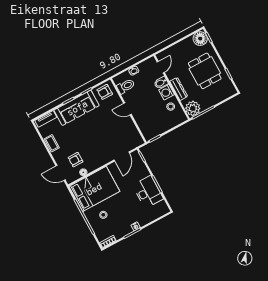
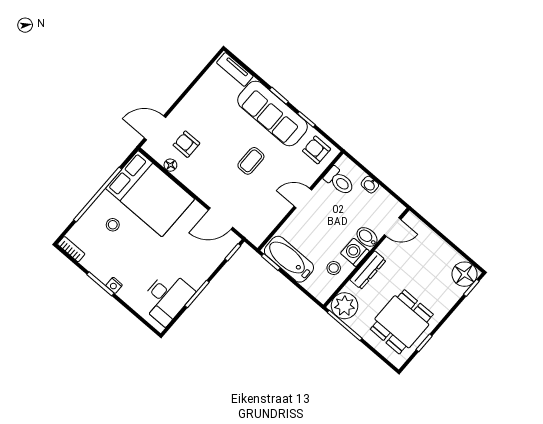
dining table: (205, 71) -> (402, 322), moved
door: (127, 109) -> (303, 198), hinge flipped
bathtub: (157, 128) -> (289, 259), added
coffee table: (52, 143) -> (251, 161), moved
door: (61, 173) -> (155, 128), hinge flipped
desk: (148, 192) -> (167, 298), moved

